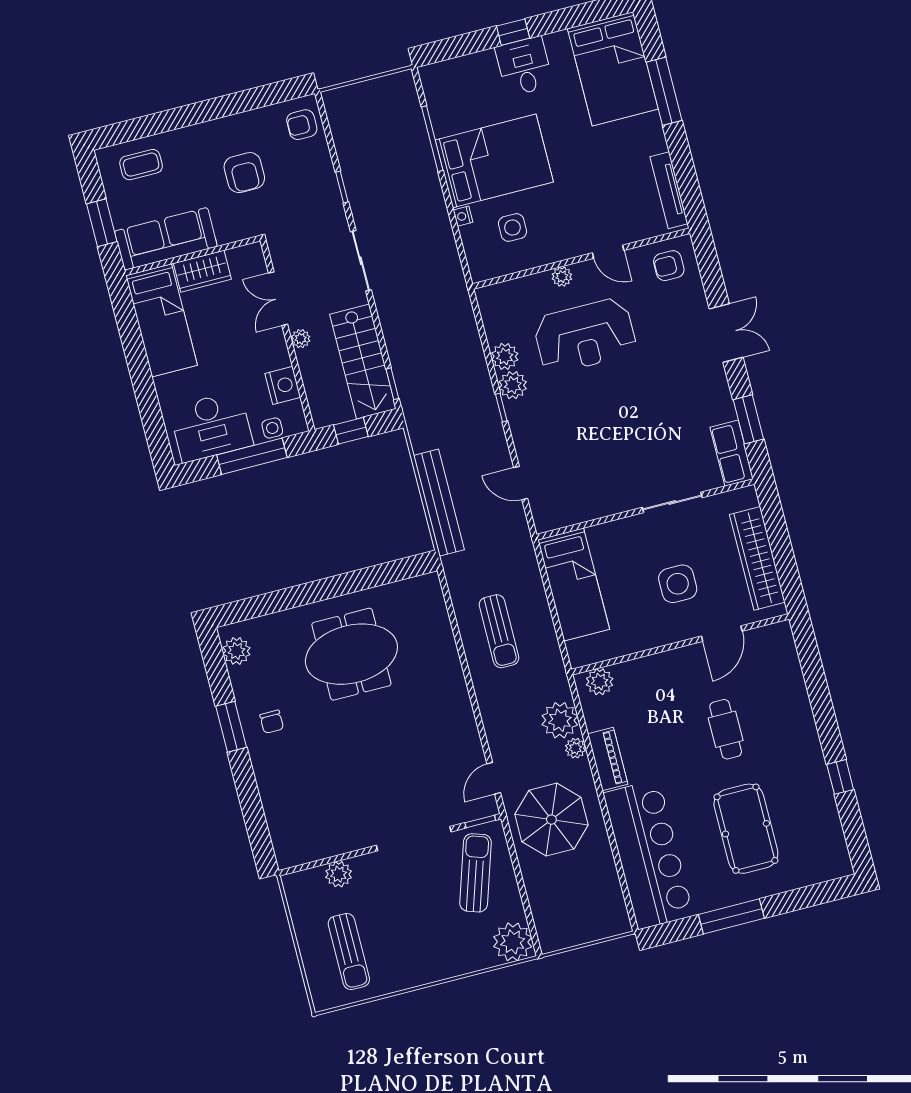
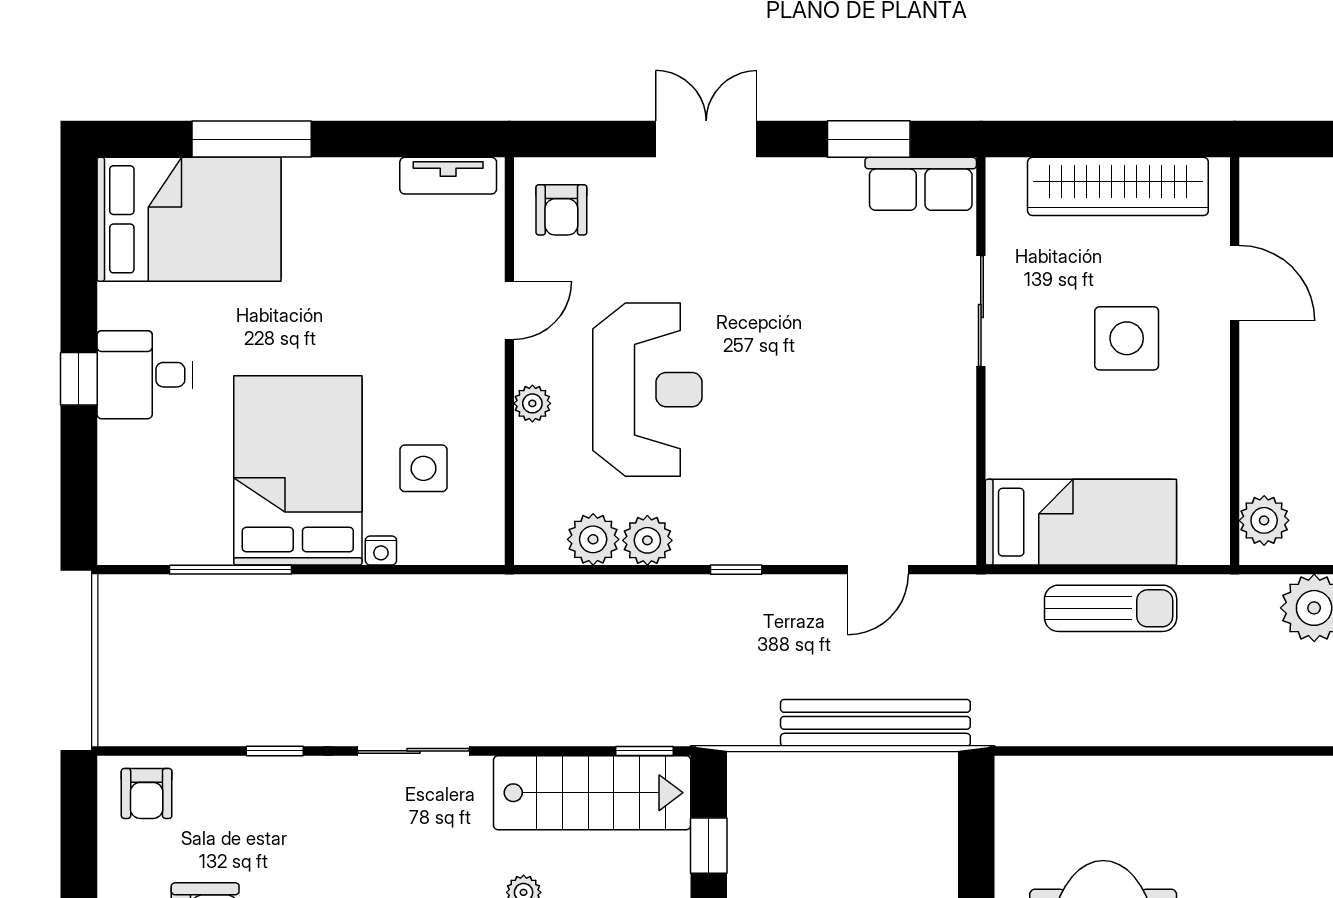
tv unit: (669, 190) -> (448, 176), width x0.71
plant: (513, 385) -> (593, 539), moved
sun lounger: (499, 631) -> (1111, 608), moved

